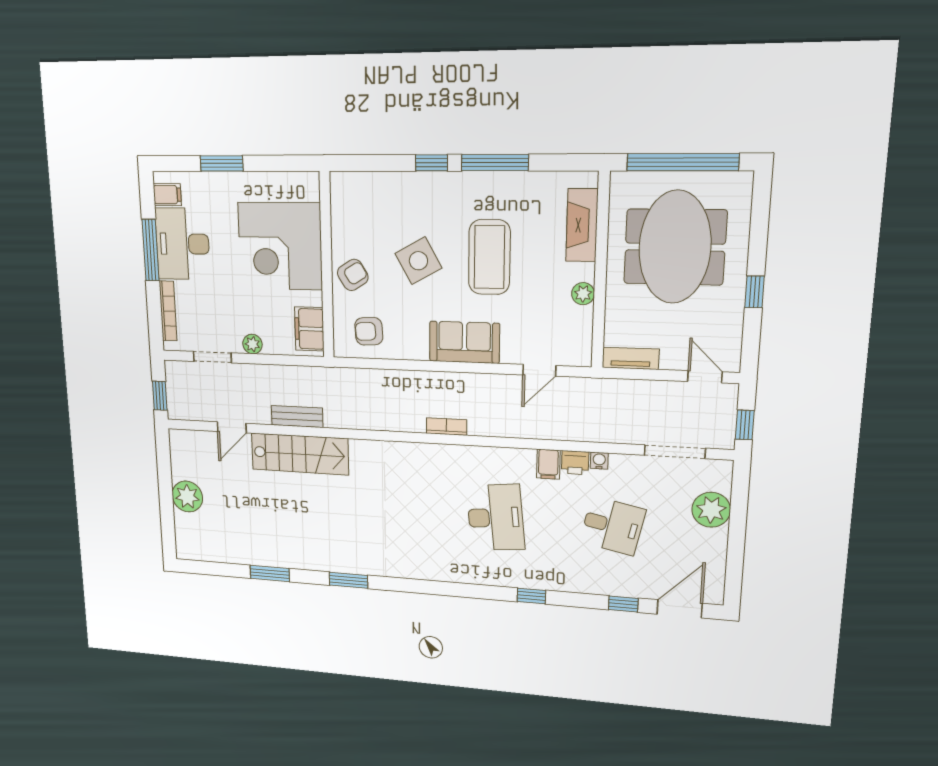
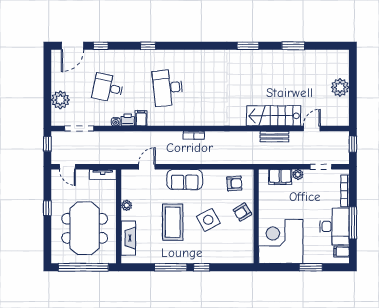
corner desk: (280, 246) -> (281, 241), moved, turned -90
filing cabinet: (309, 329) -> (280, 177), moved, turned 90

